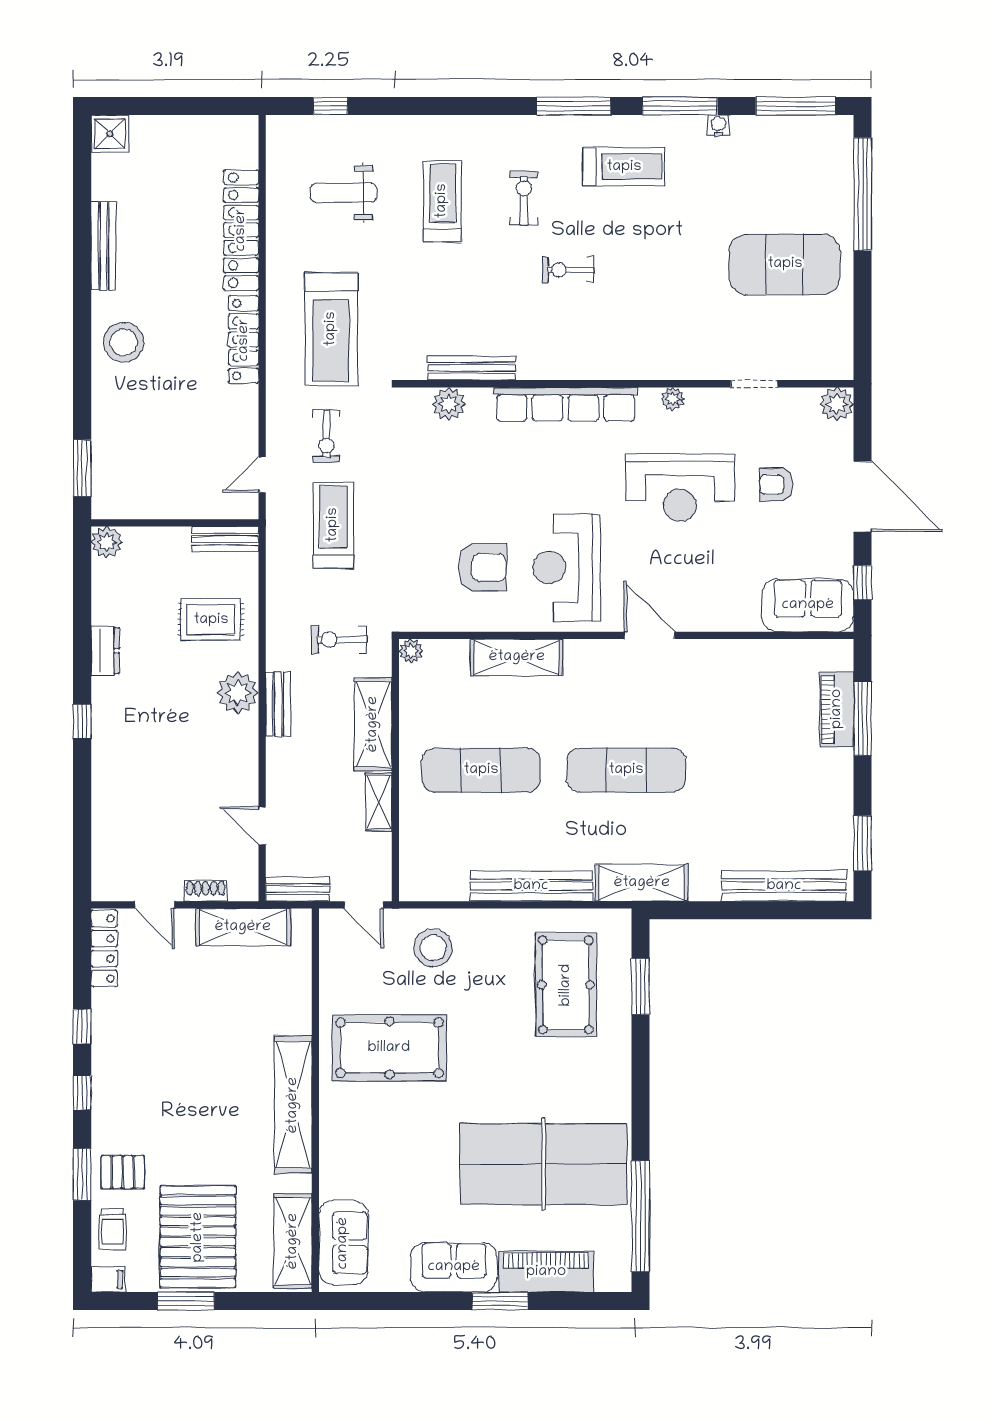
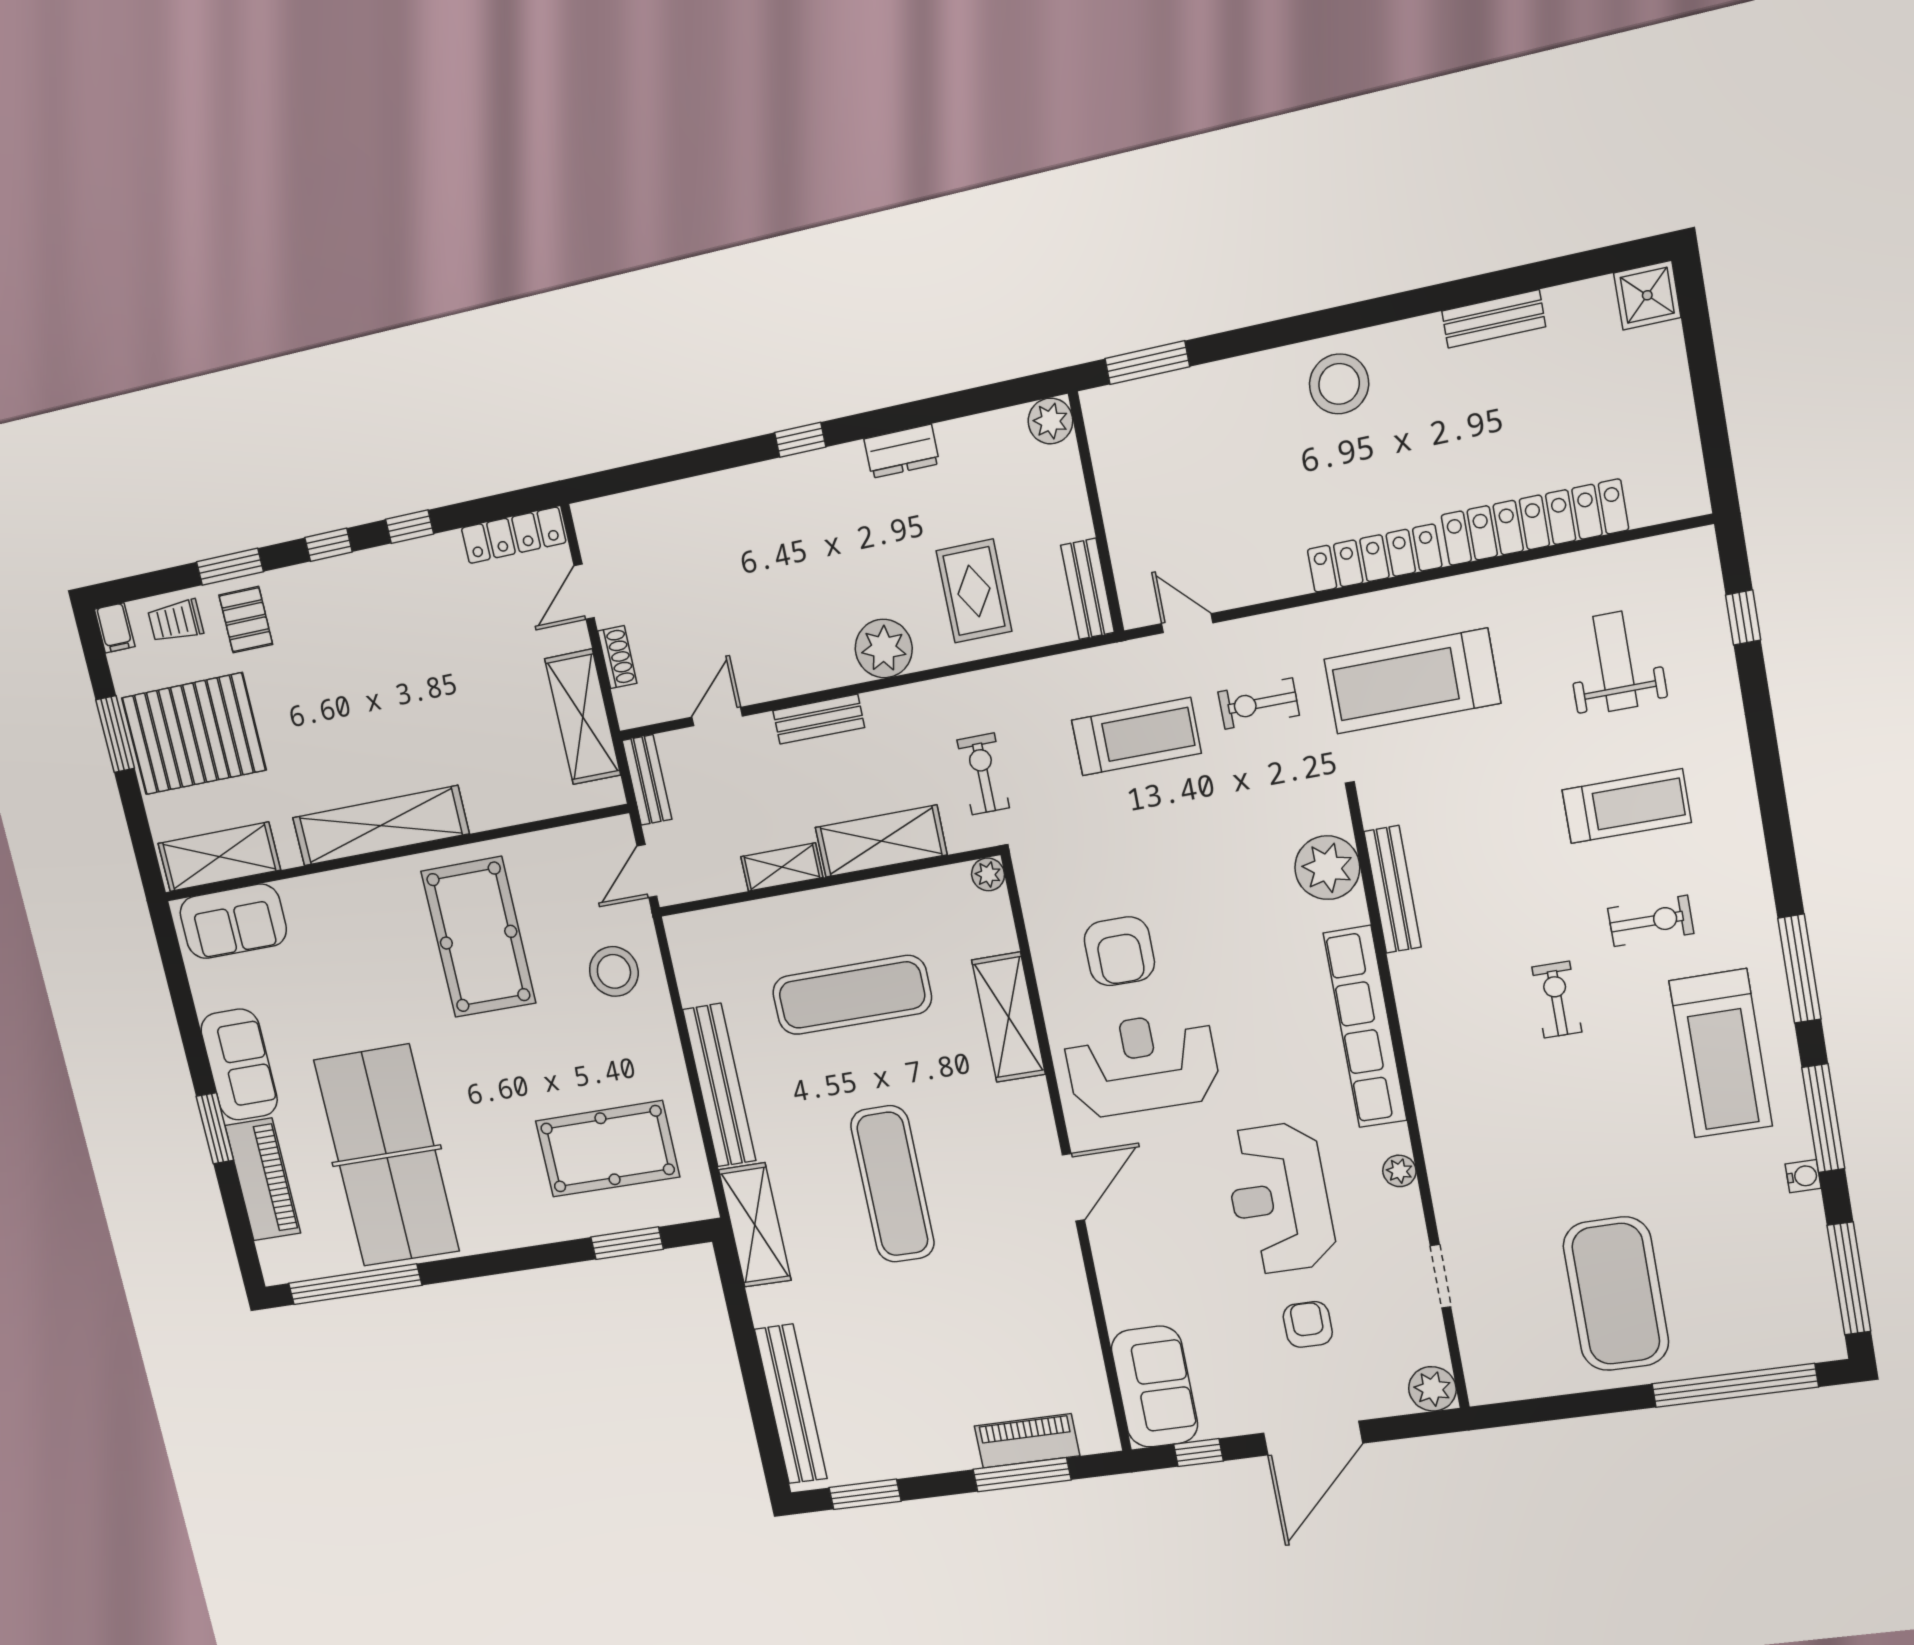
treadmill: (624, 167) -> (1721, 1053), width x1.37, depth x1.38
bench: (103, 246) -> (1494, 319), width x0.73
plant: (449, 404) -> (1327, 868), width x1.36, depth x1.36
bench: (278, 704) -> (819, 719), moved
exercise mat: (481, 770) -> (852, 995), turned 90

